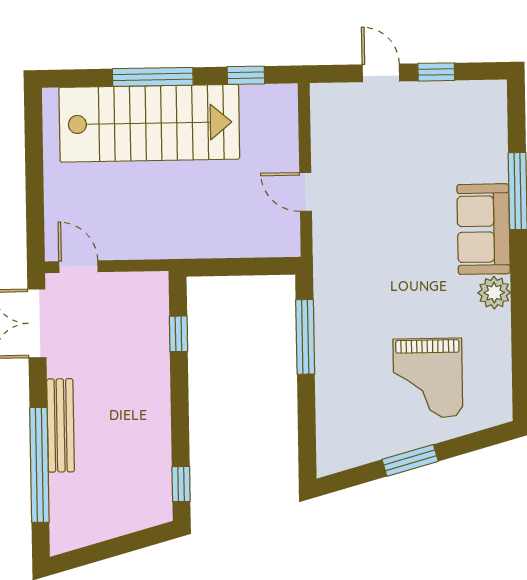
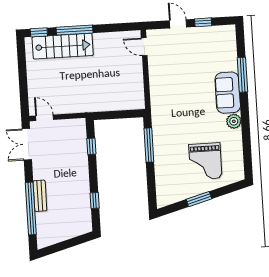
window: (246, 75) -> (39, 32), moved
stairs: (149, 123) -> (63, 46), width x0.73, depth x0.66
door: (306, 192) -> (144, 47), moved
bench: (61, 425) -> (40, 196), width x0.73
window: (181, 484) -> (95, 200), moved

